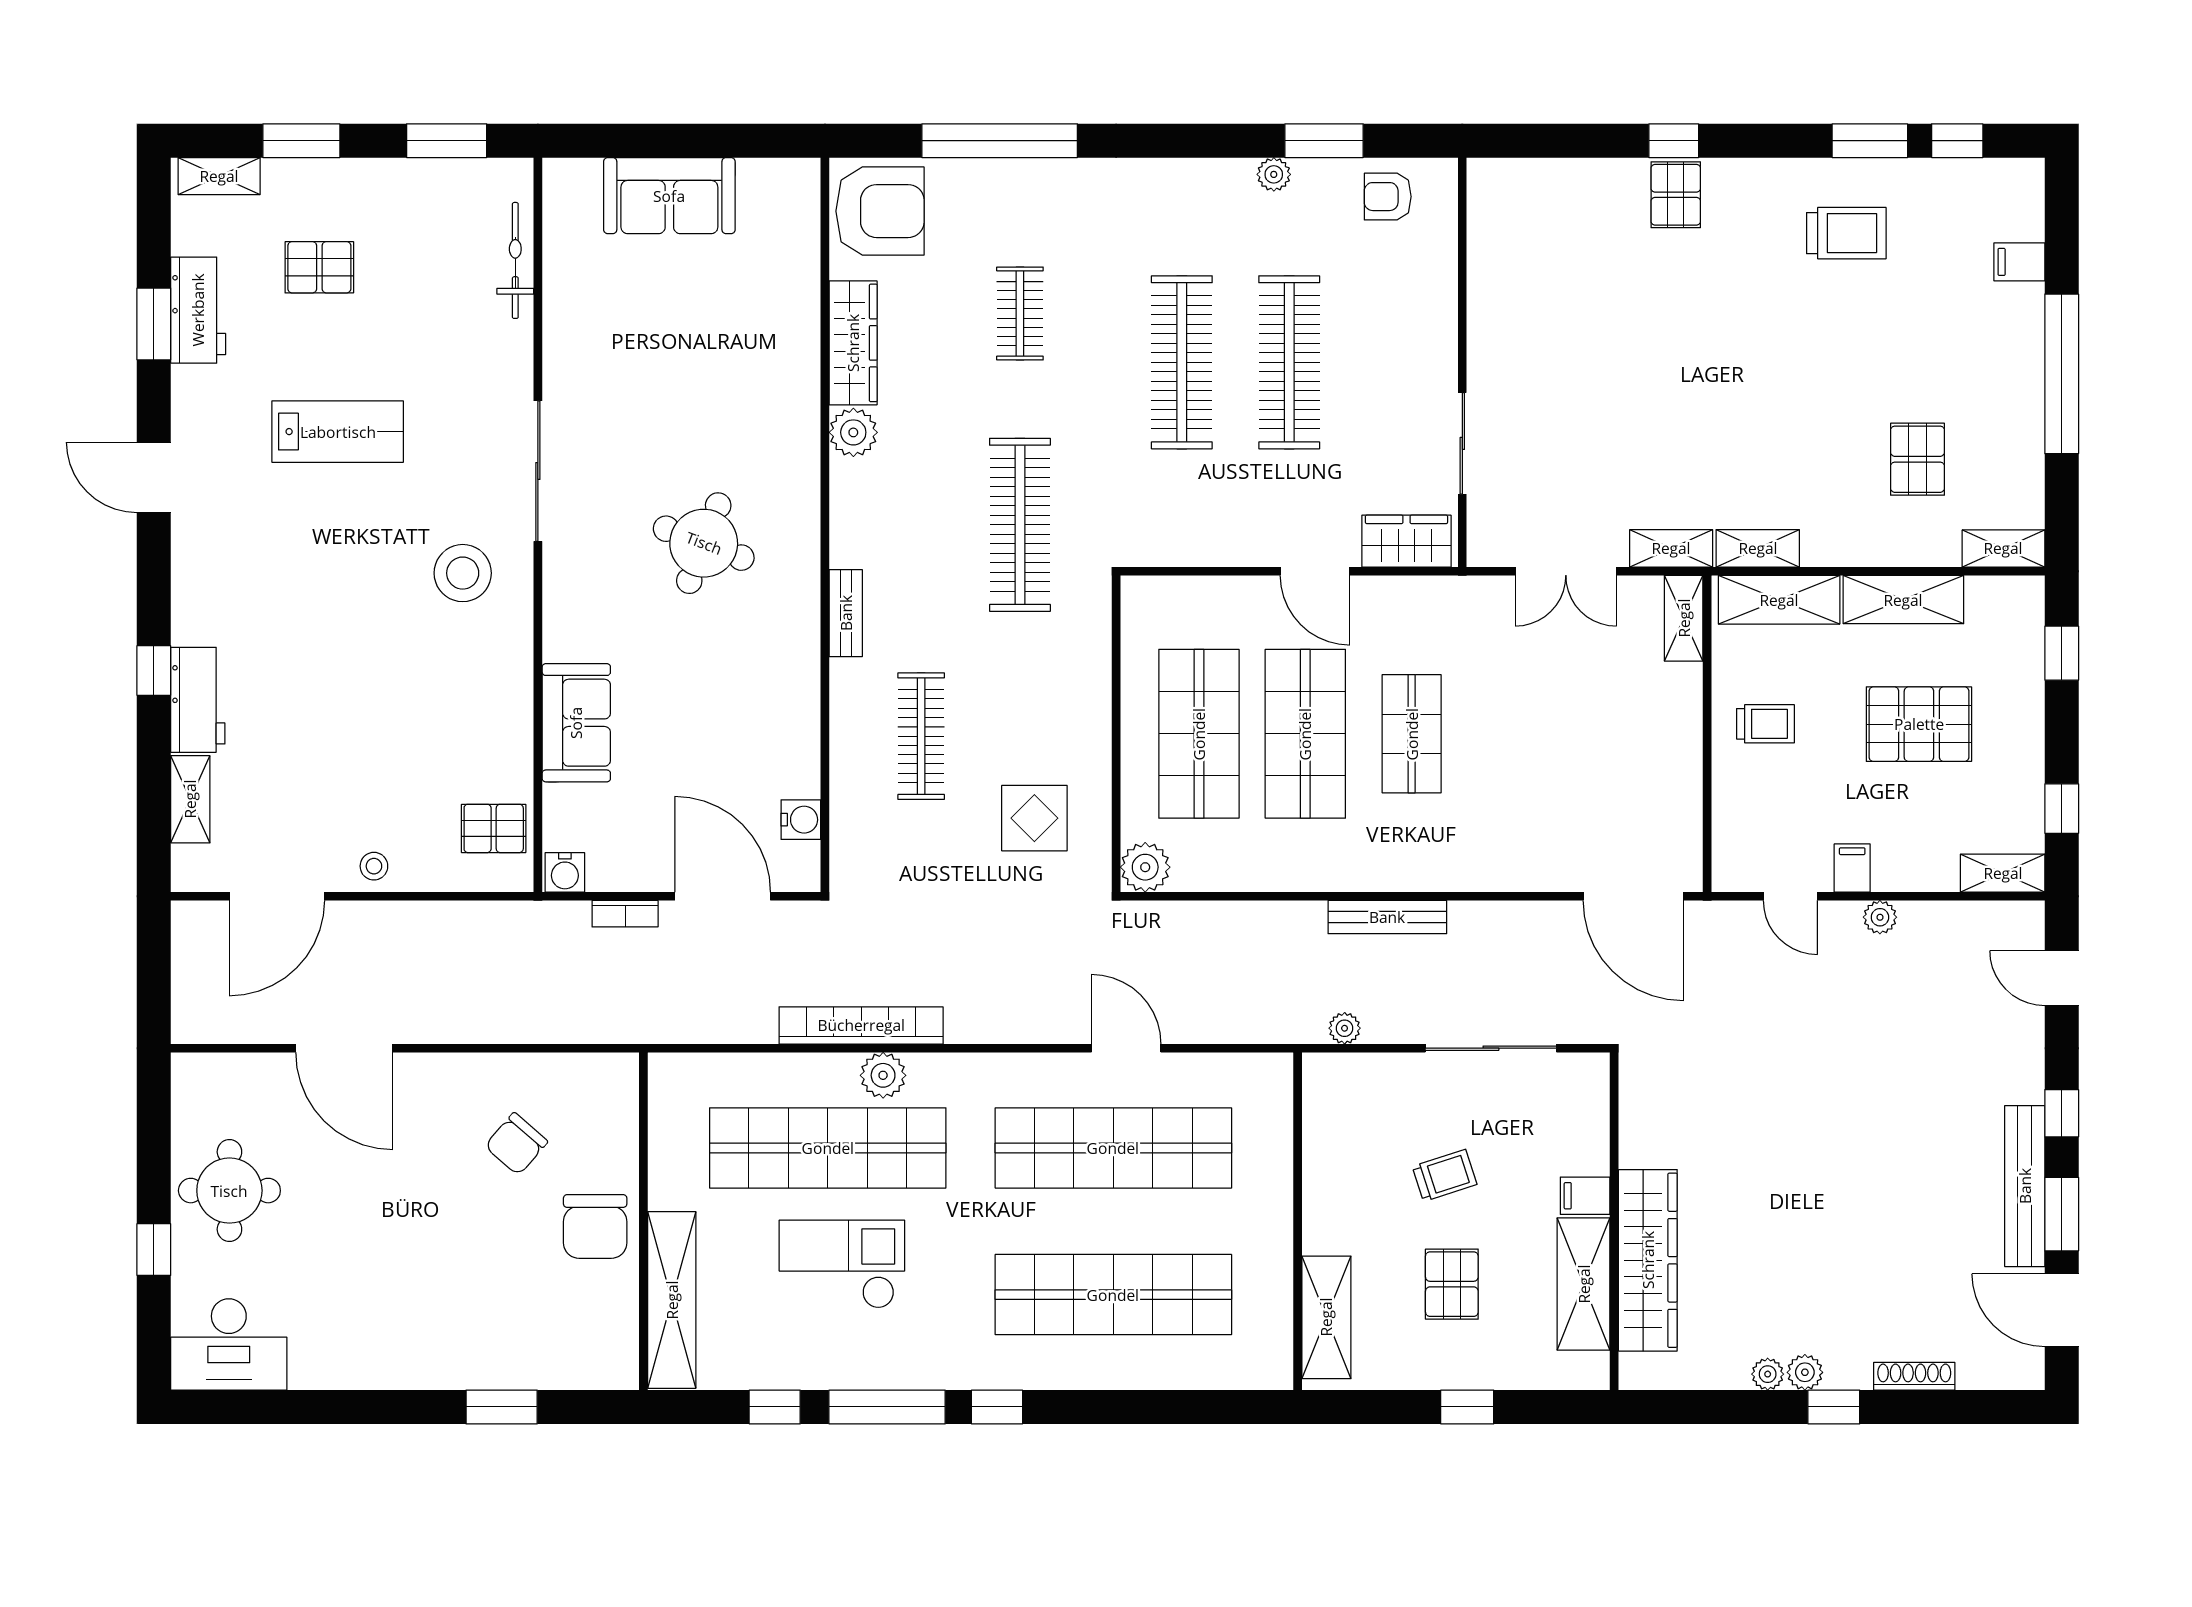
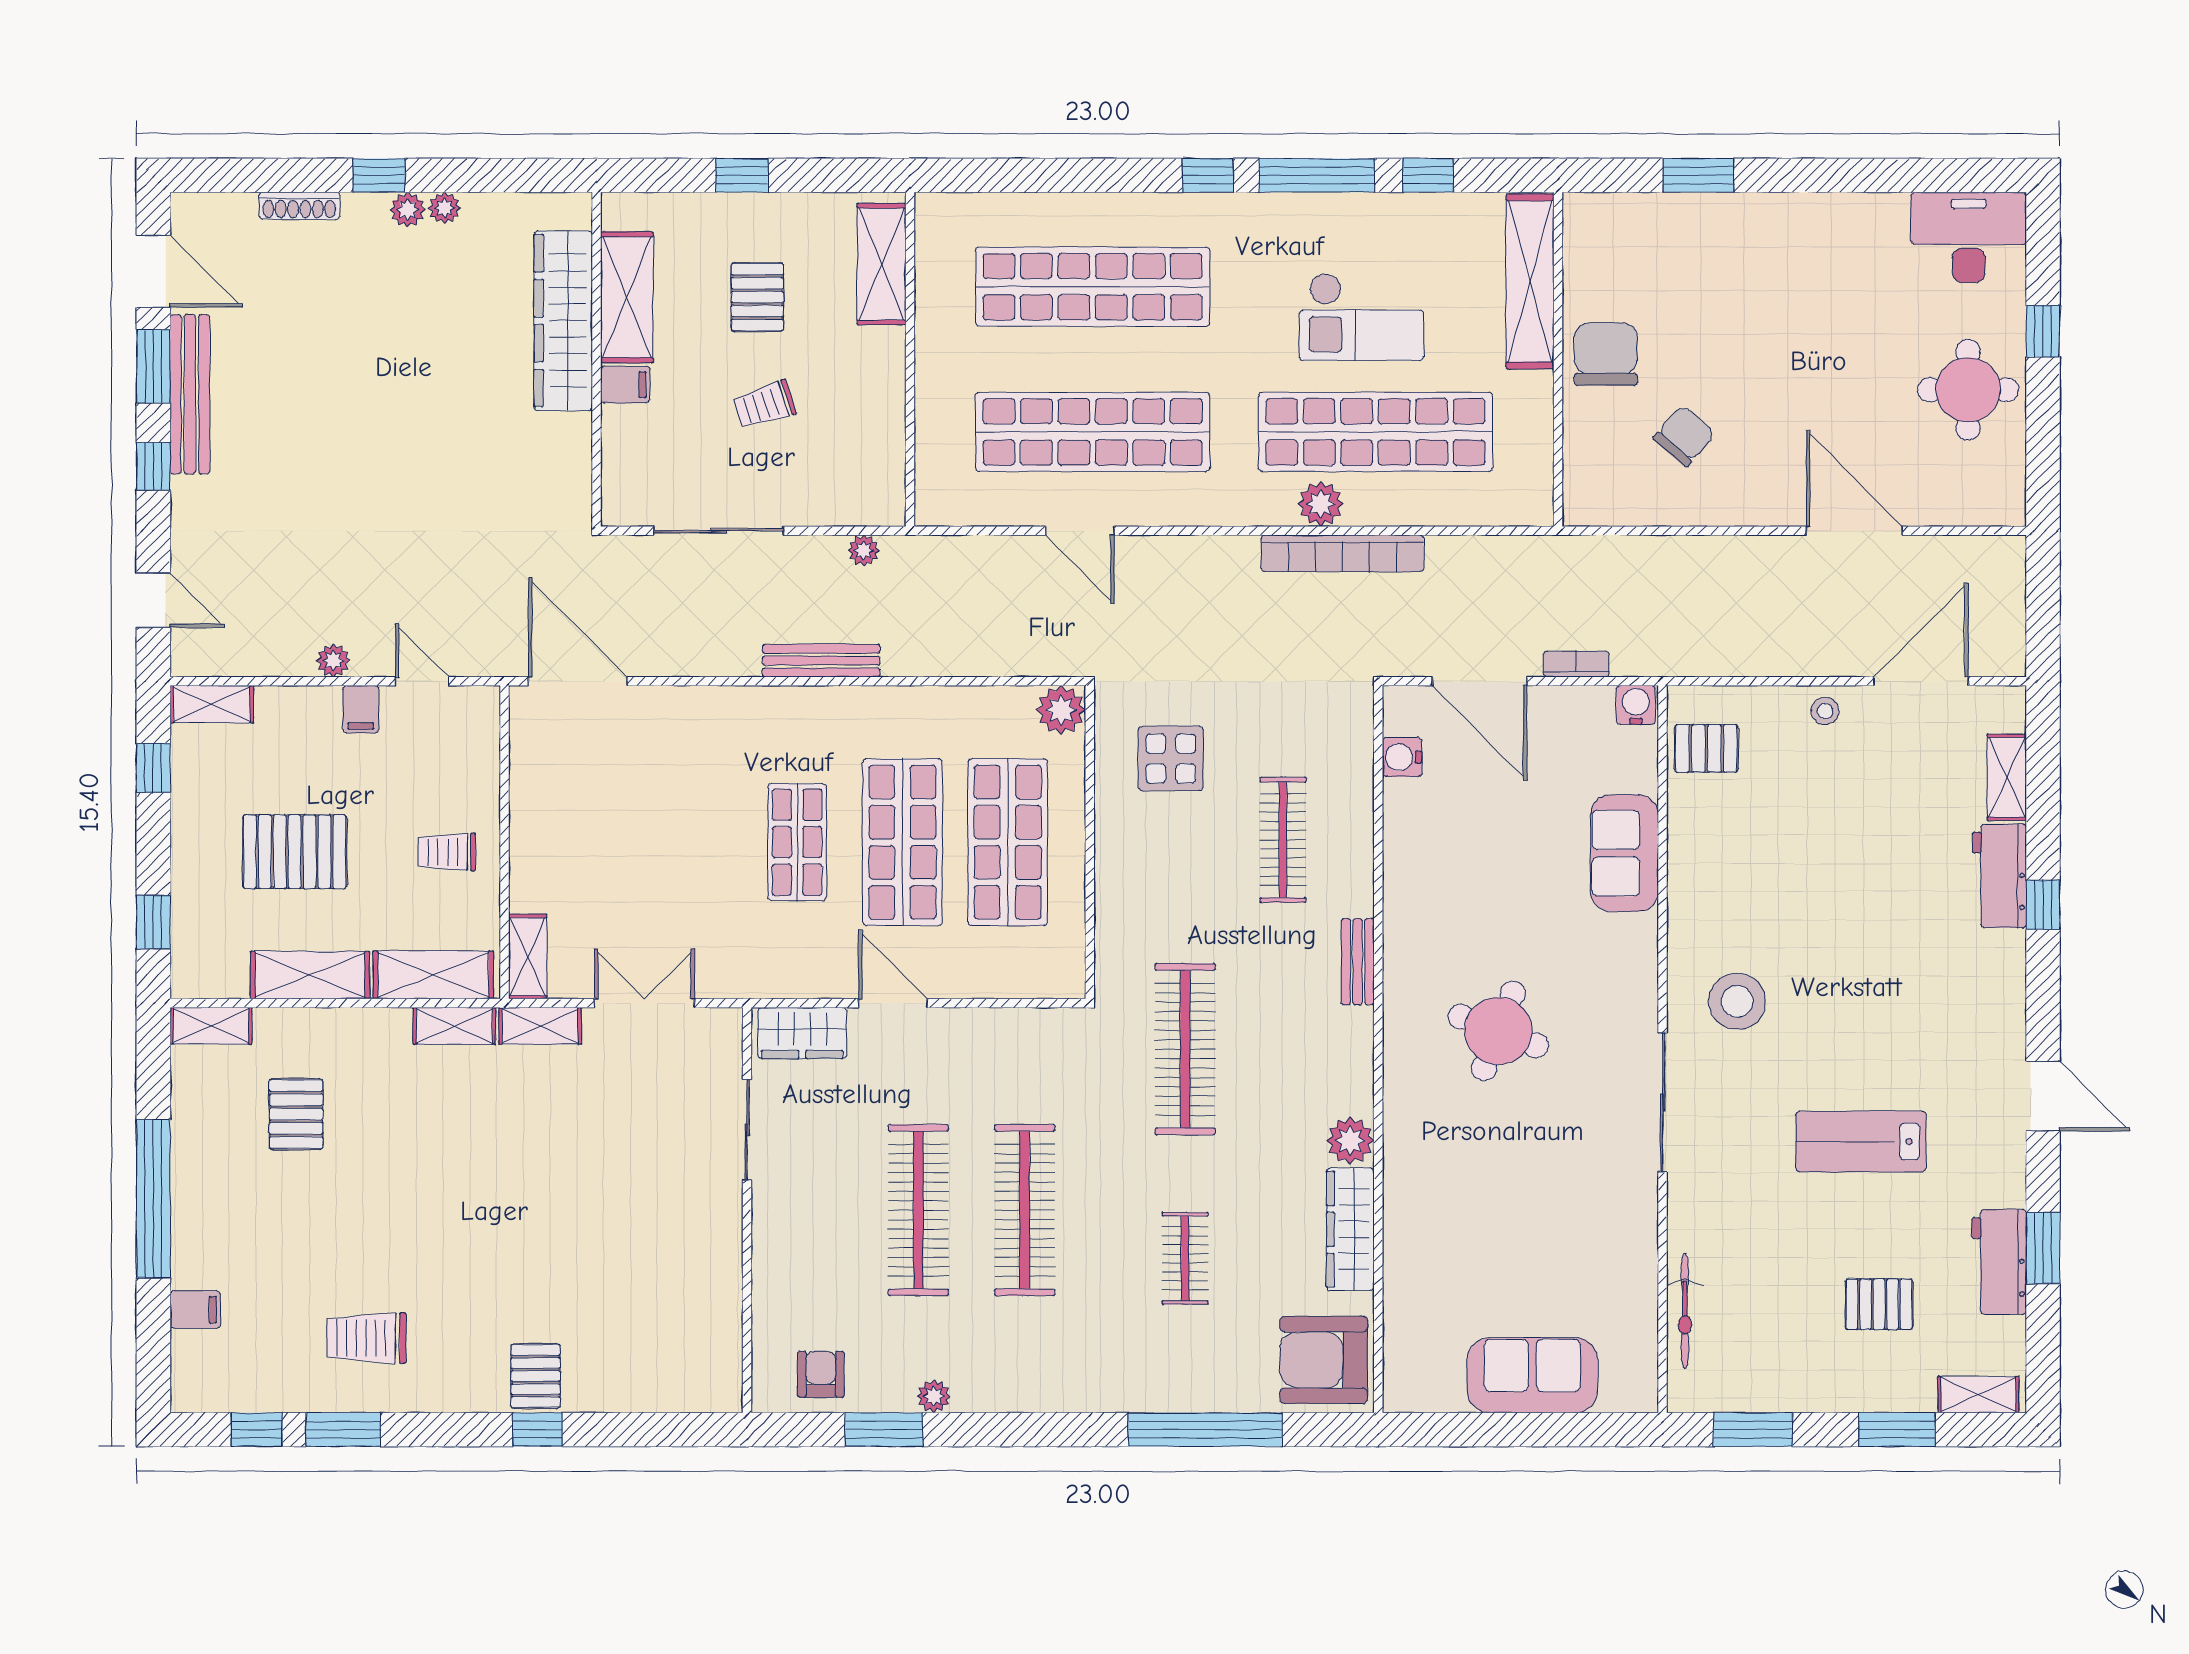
armchair: (1388, 197) -> (821, 1374), turned -90

